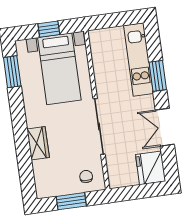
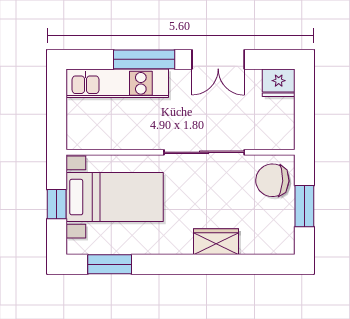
window: (158, 76) -> (144, 59), width x1.44
fridge: (151, 168) -> (279, 83), width x0.73, depth x0.75
chair: (86, 176) -> (272, 180), width x1.87, depth x1.87

